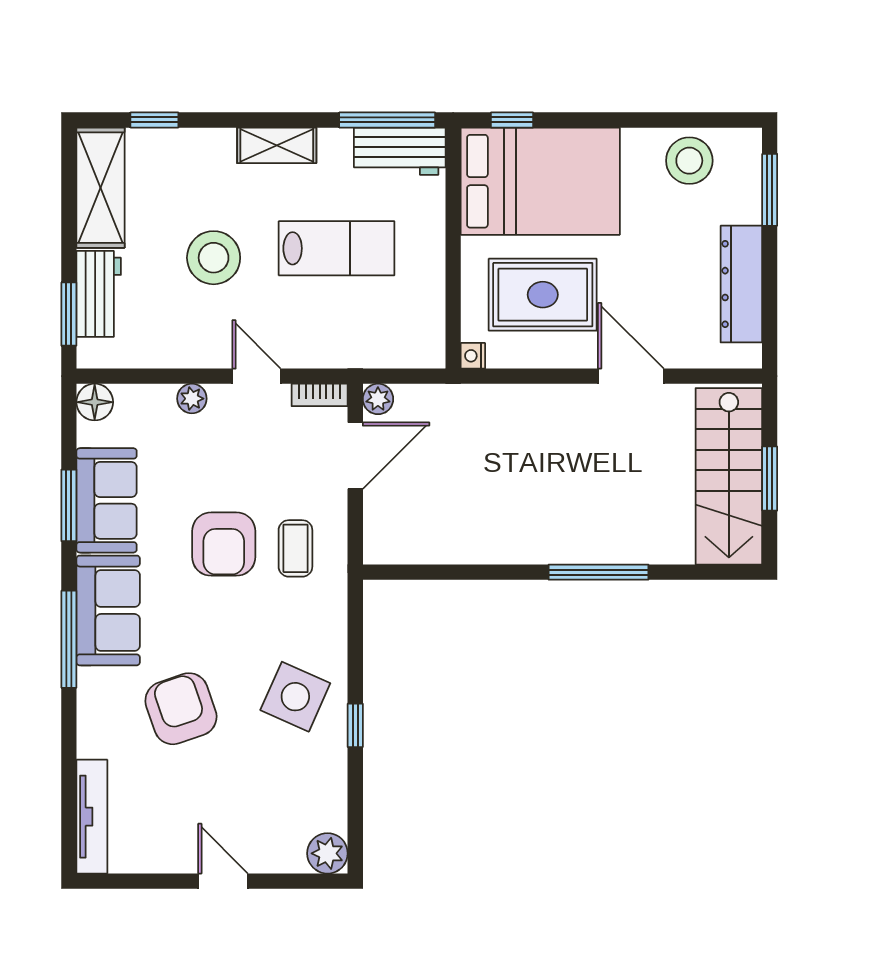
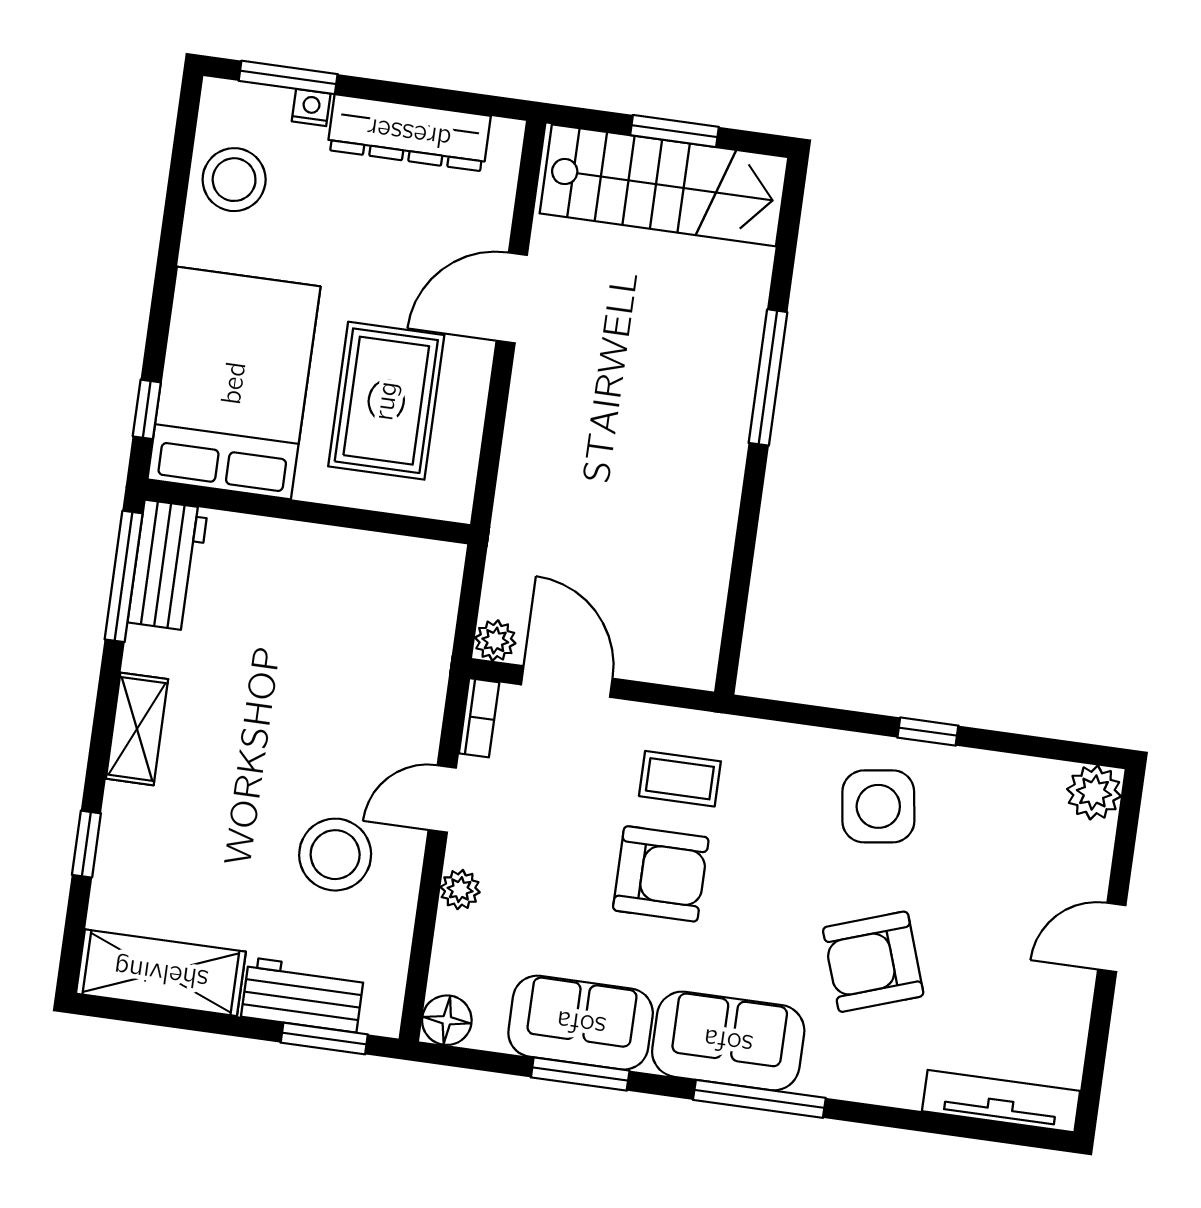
window: (154, 120) -> (86, 844), moved
lab bench: (337, 248) -> (286, 668), removed
stool: (214, 258) -> (335, 855), moved
nightstand: (473, 356) -> (311, 107), moved, turned 180
side table: (295, 697) -> (878, 806), turned -32

